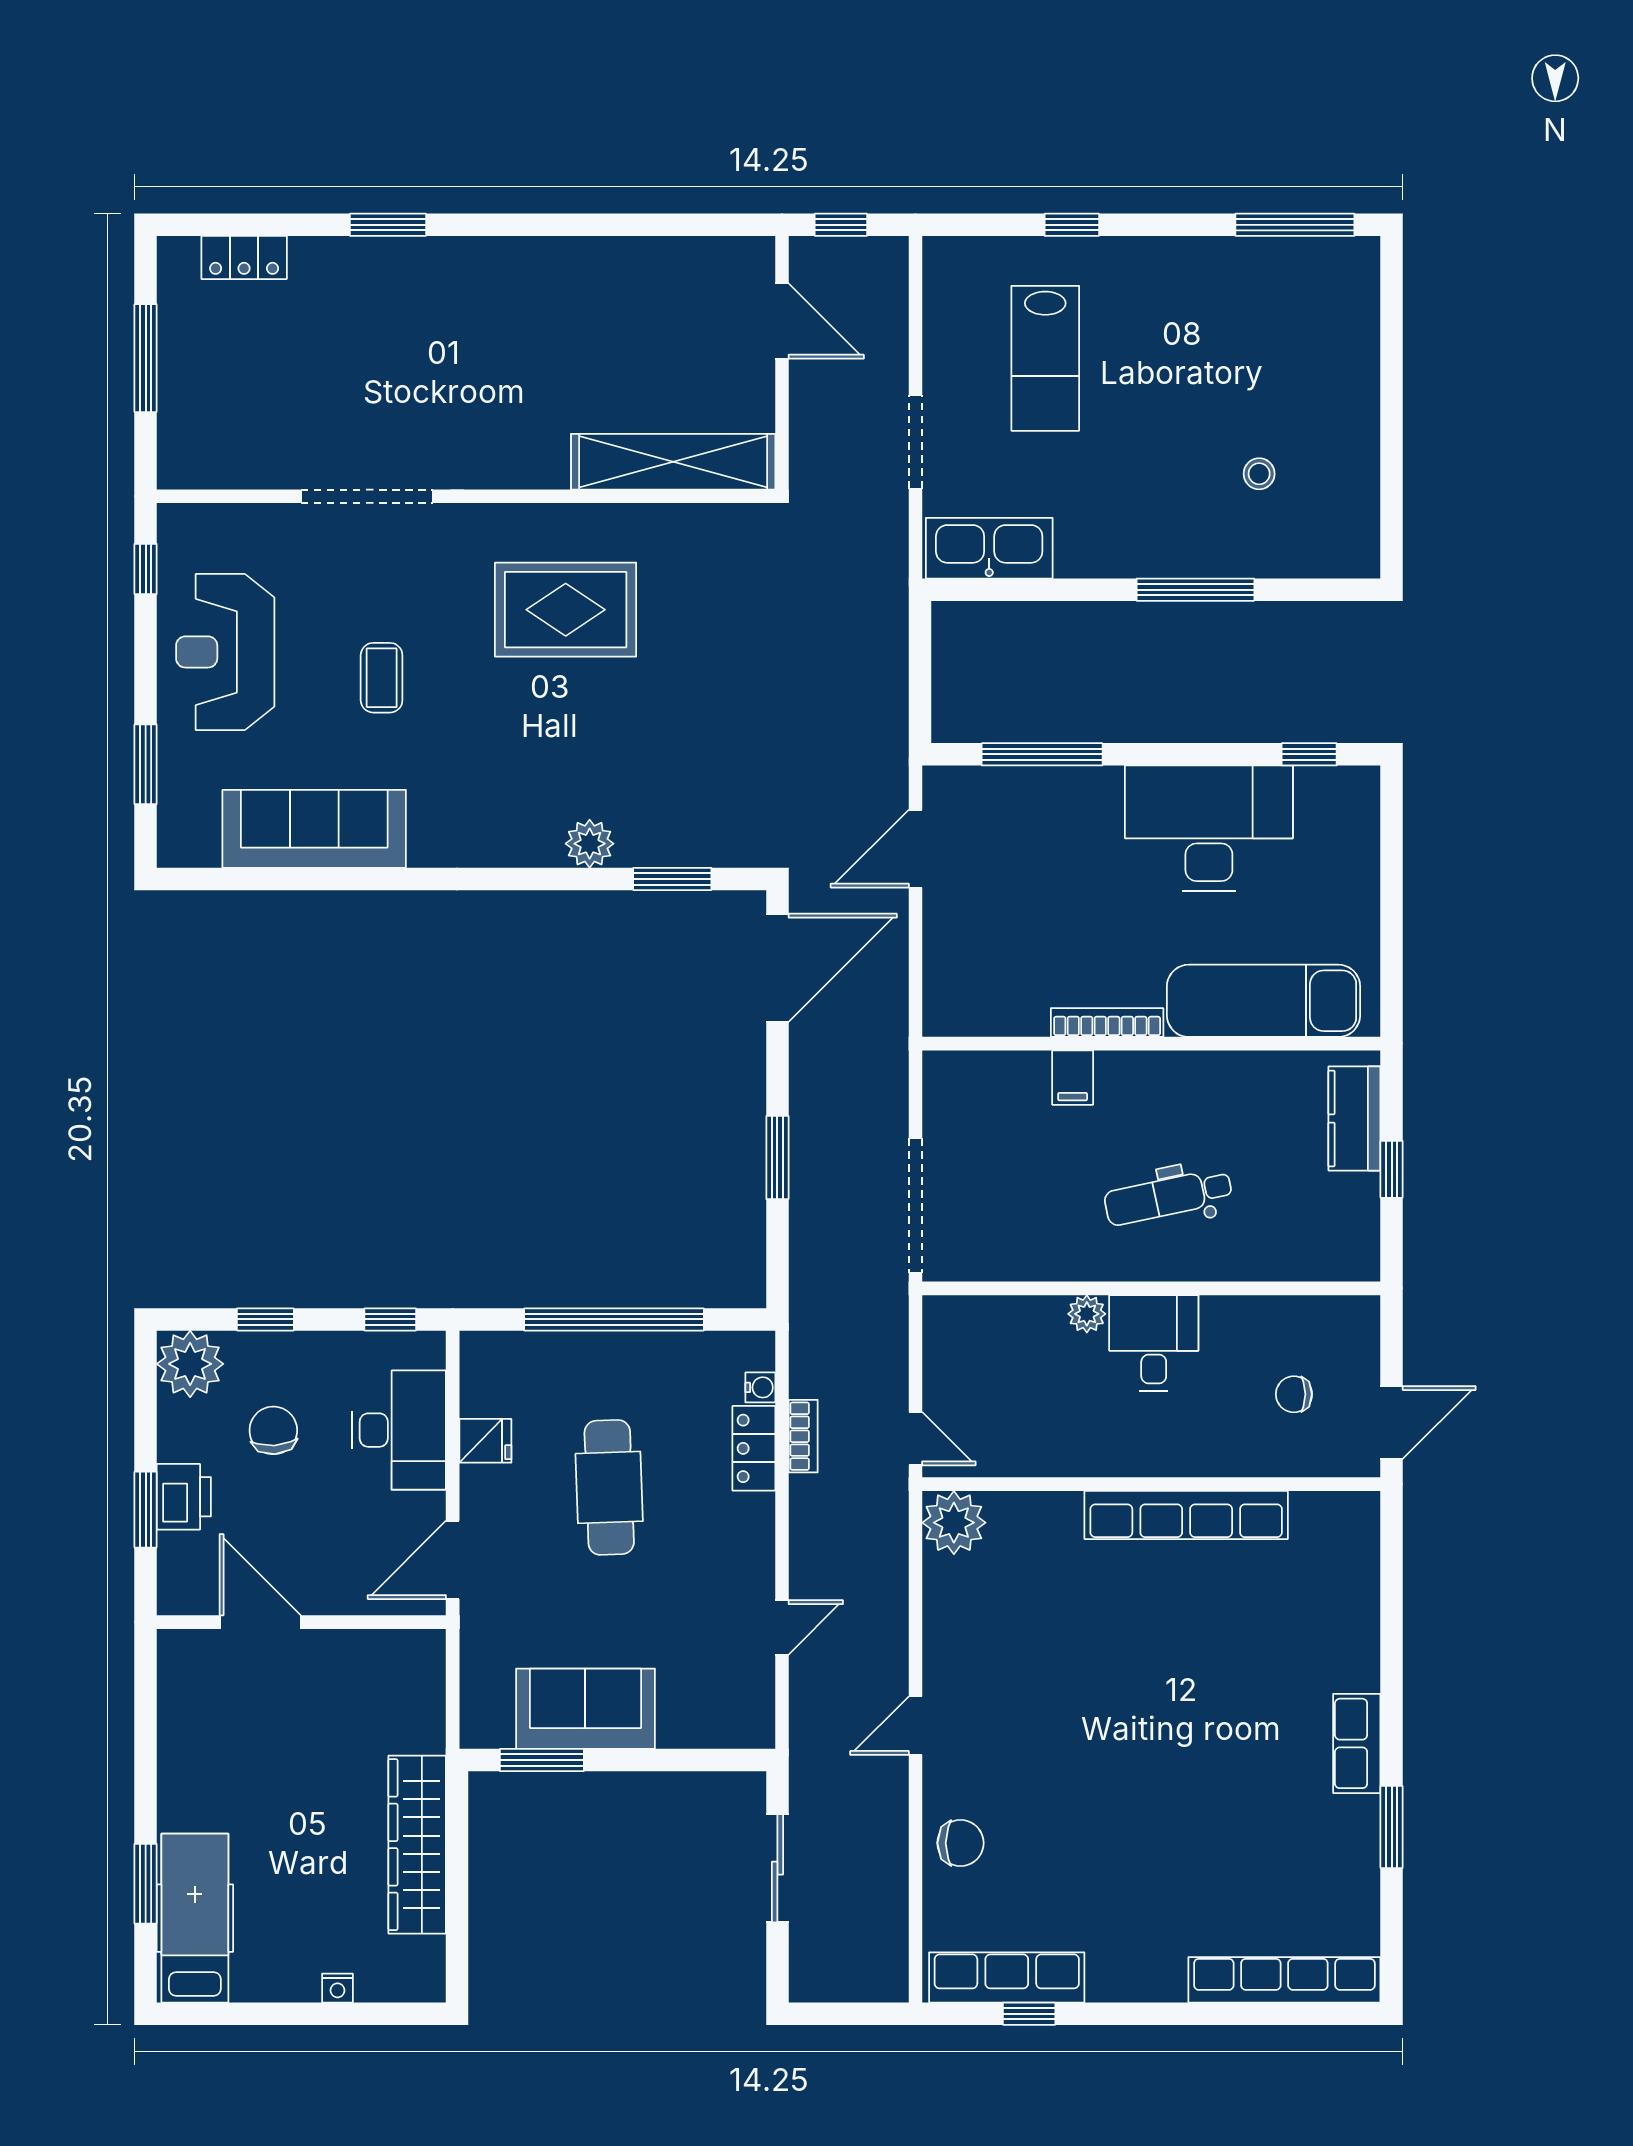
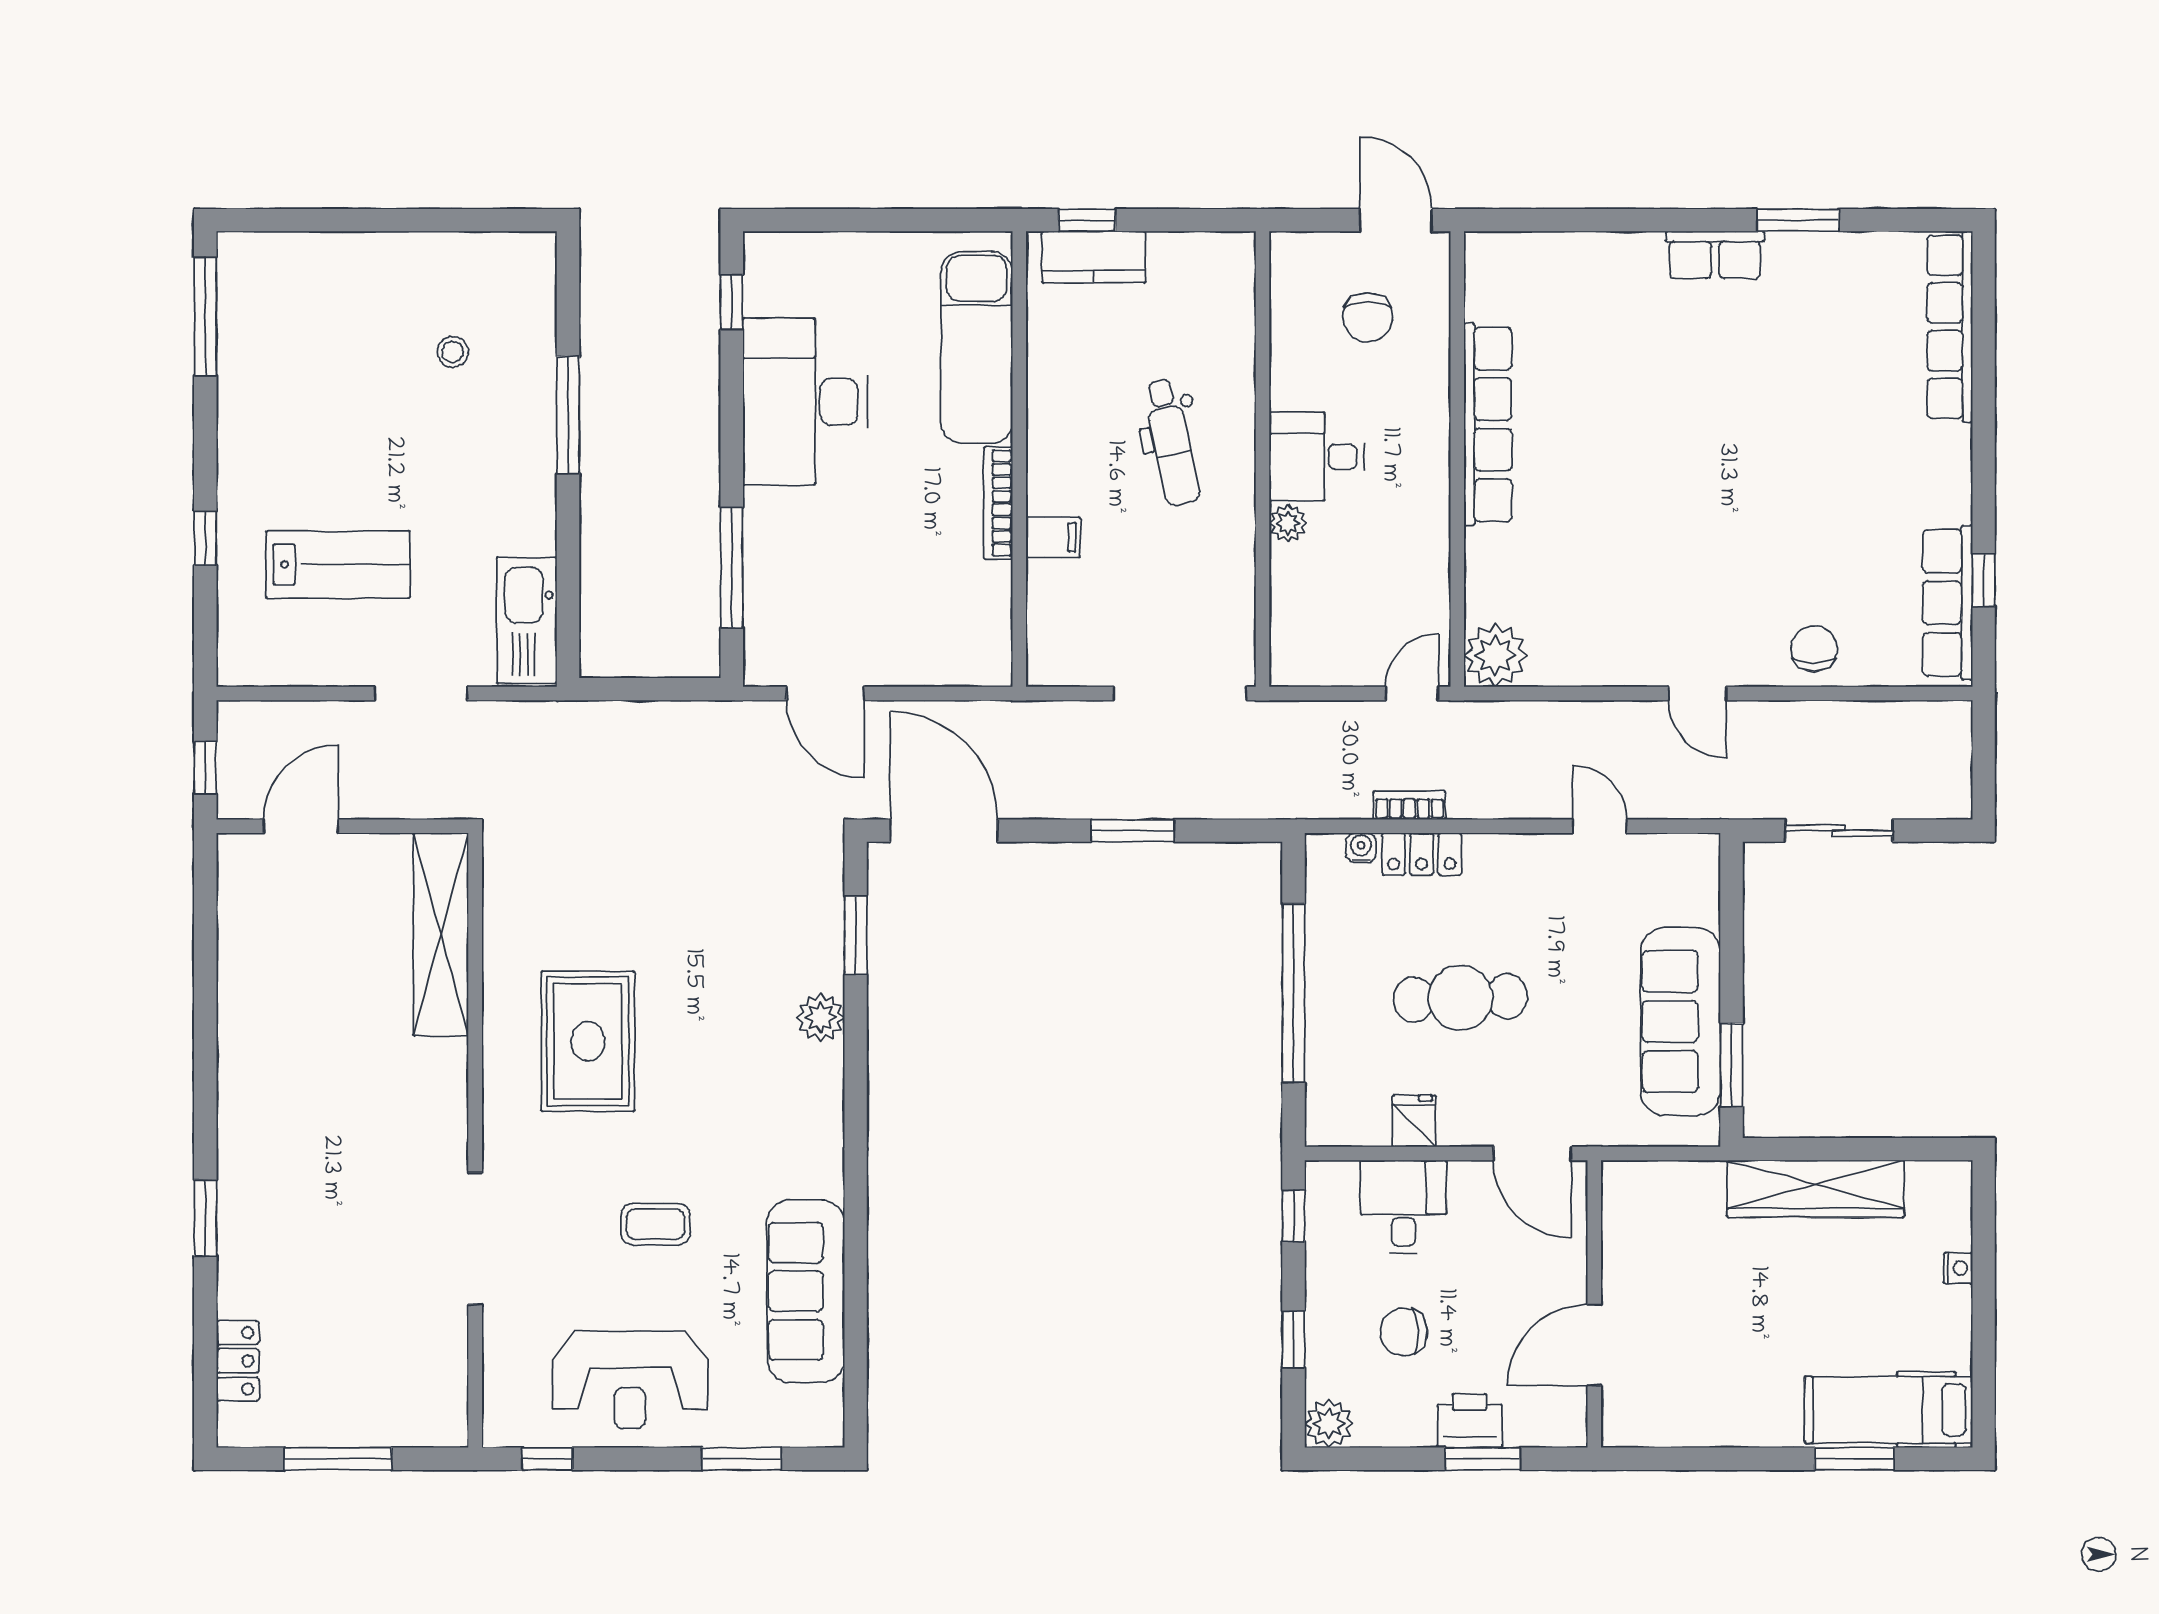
window: (1392, 1169) -> (1087, 220), moved
plant: (190, 1364) -> (1329, 1423), width x0.73, depth x0.73
chair: (1294, 1394) -> (1368, 317), width x1.37, depth x1.37
desk: (399, 1430) -> (1403, 1207), width x0.73
sofa: (585, 1709) -> (1680, 1022), width x1.36

